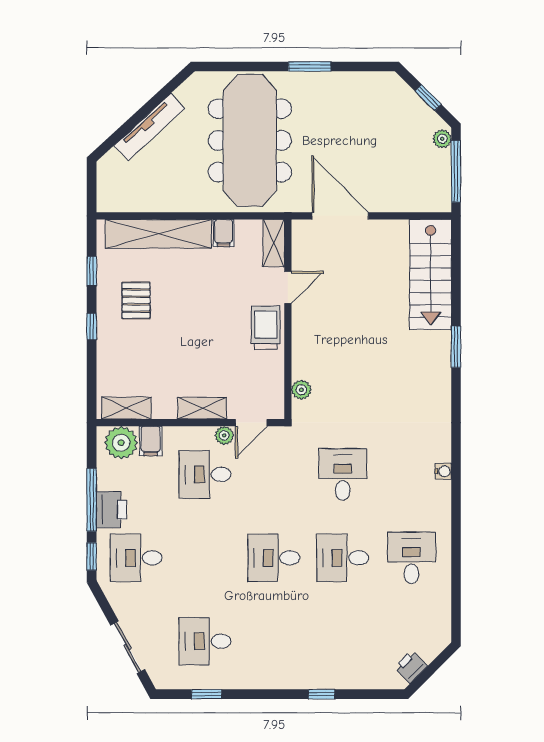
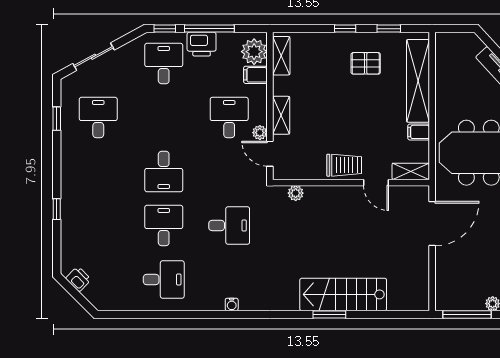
stairs: (431, 274) -> (343, 294), moved
desk: (274, 558) -> (164, 171), turned 180

